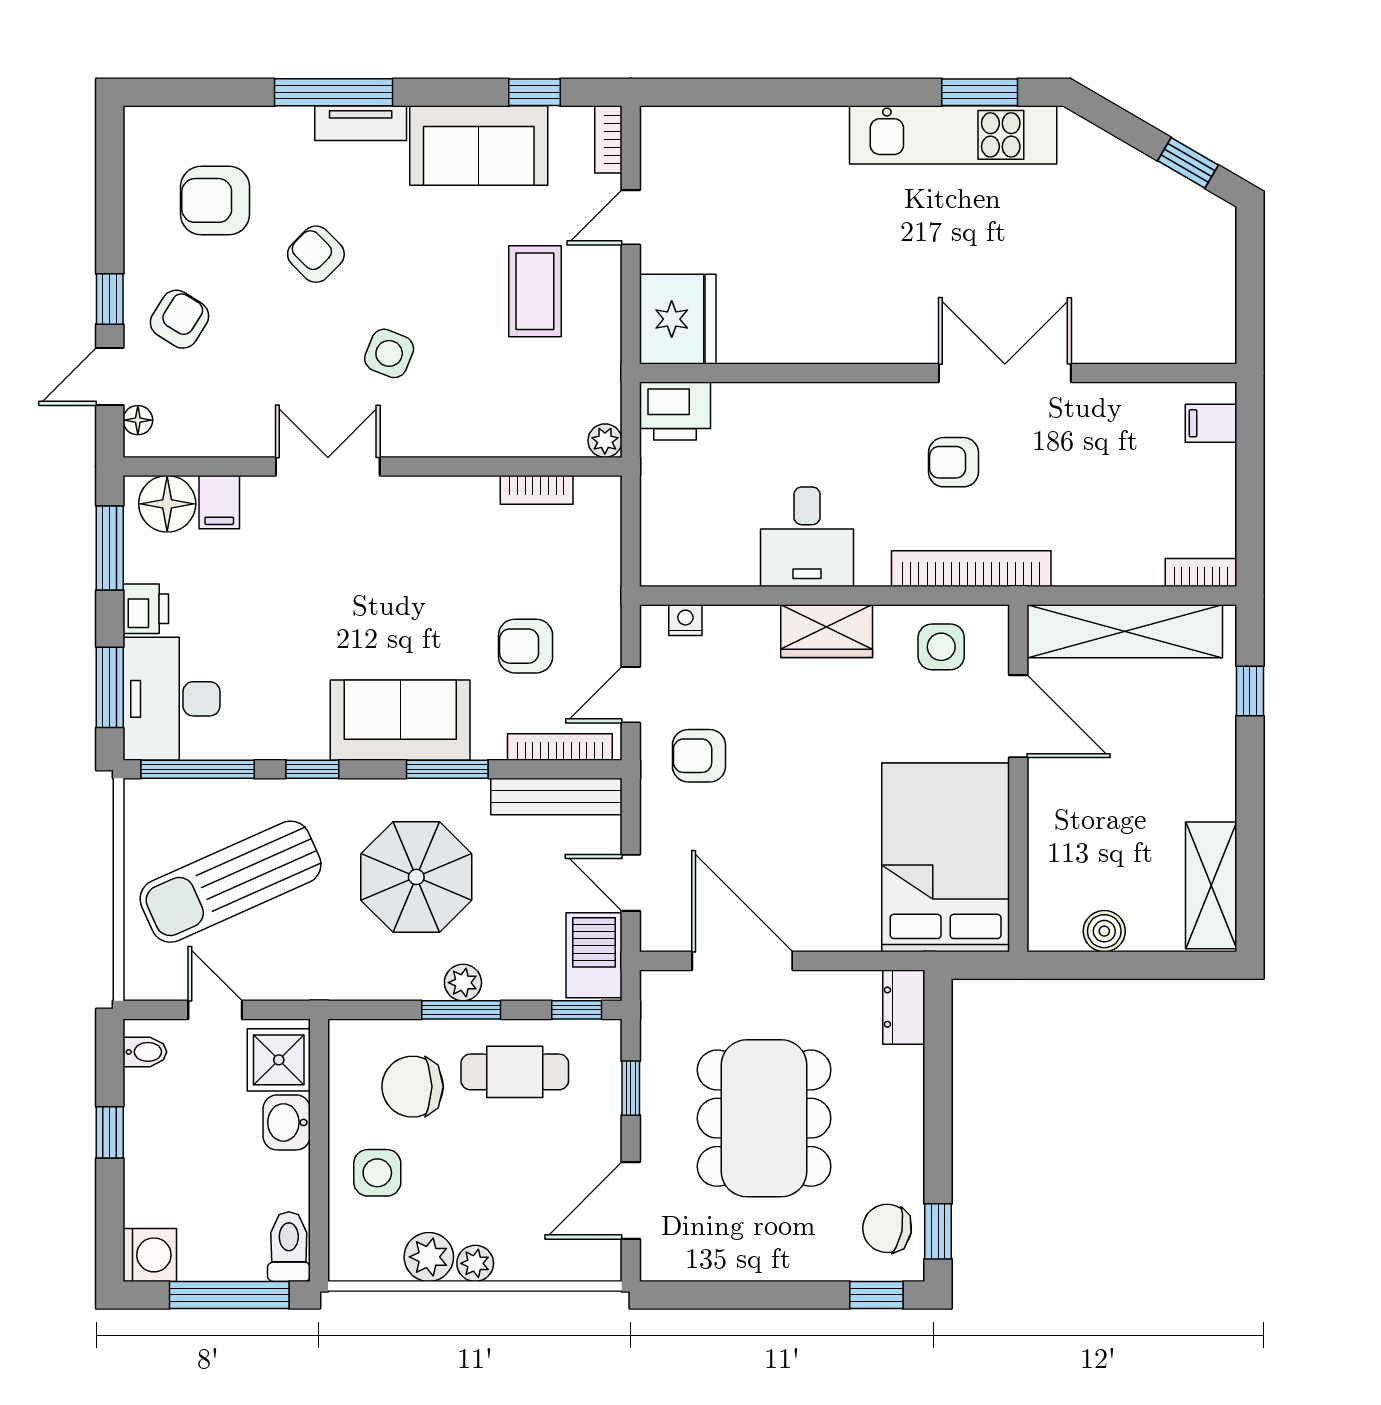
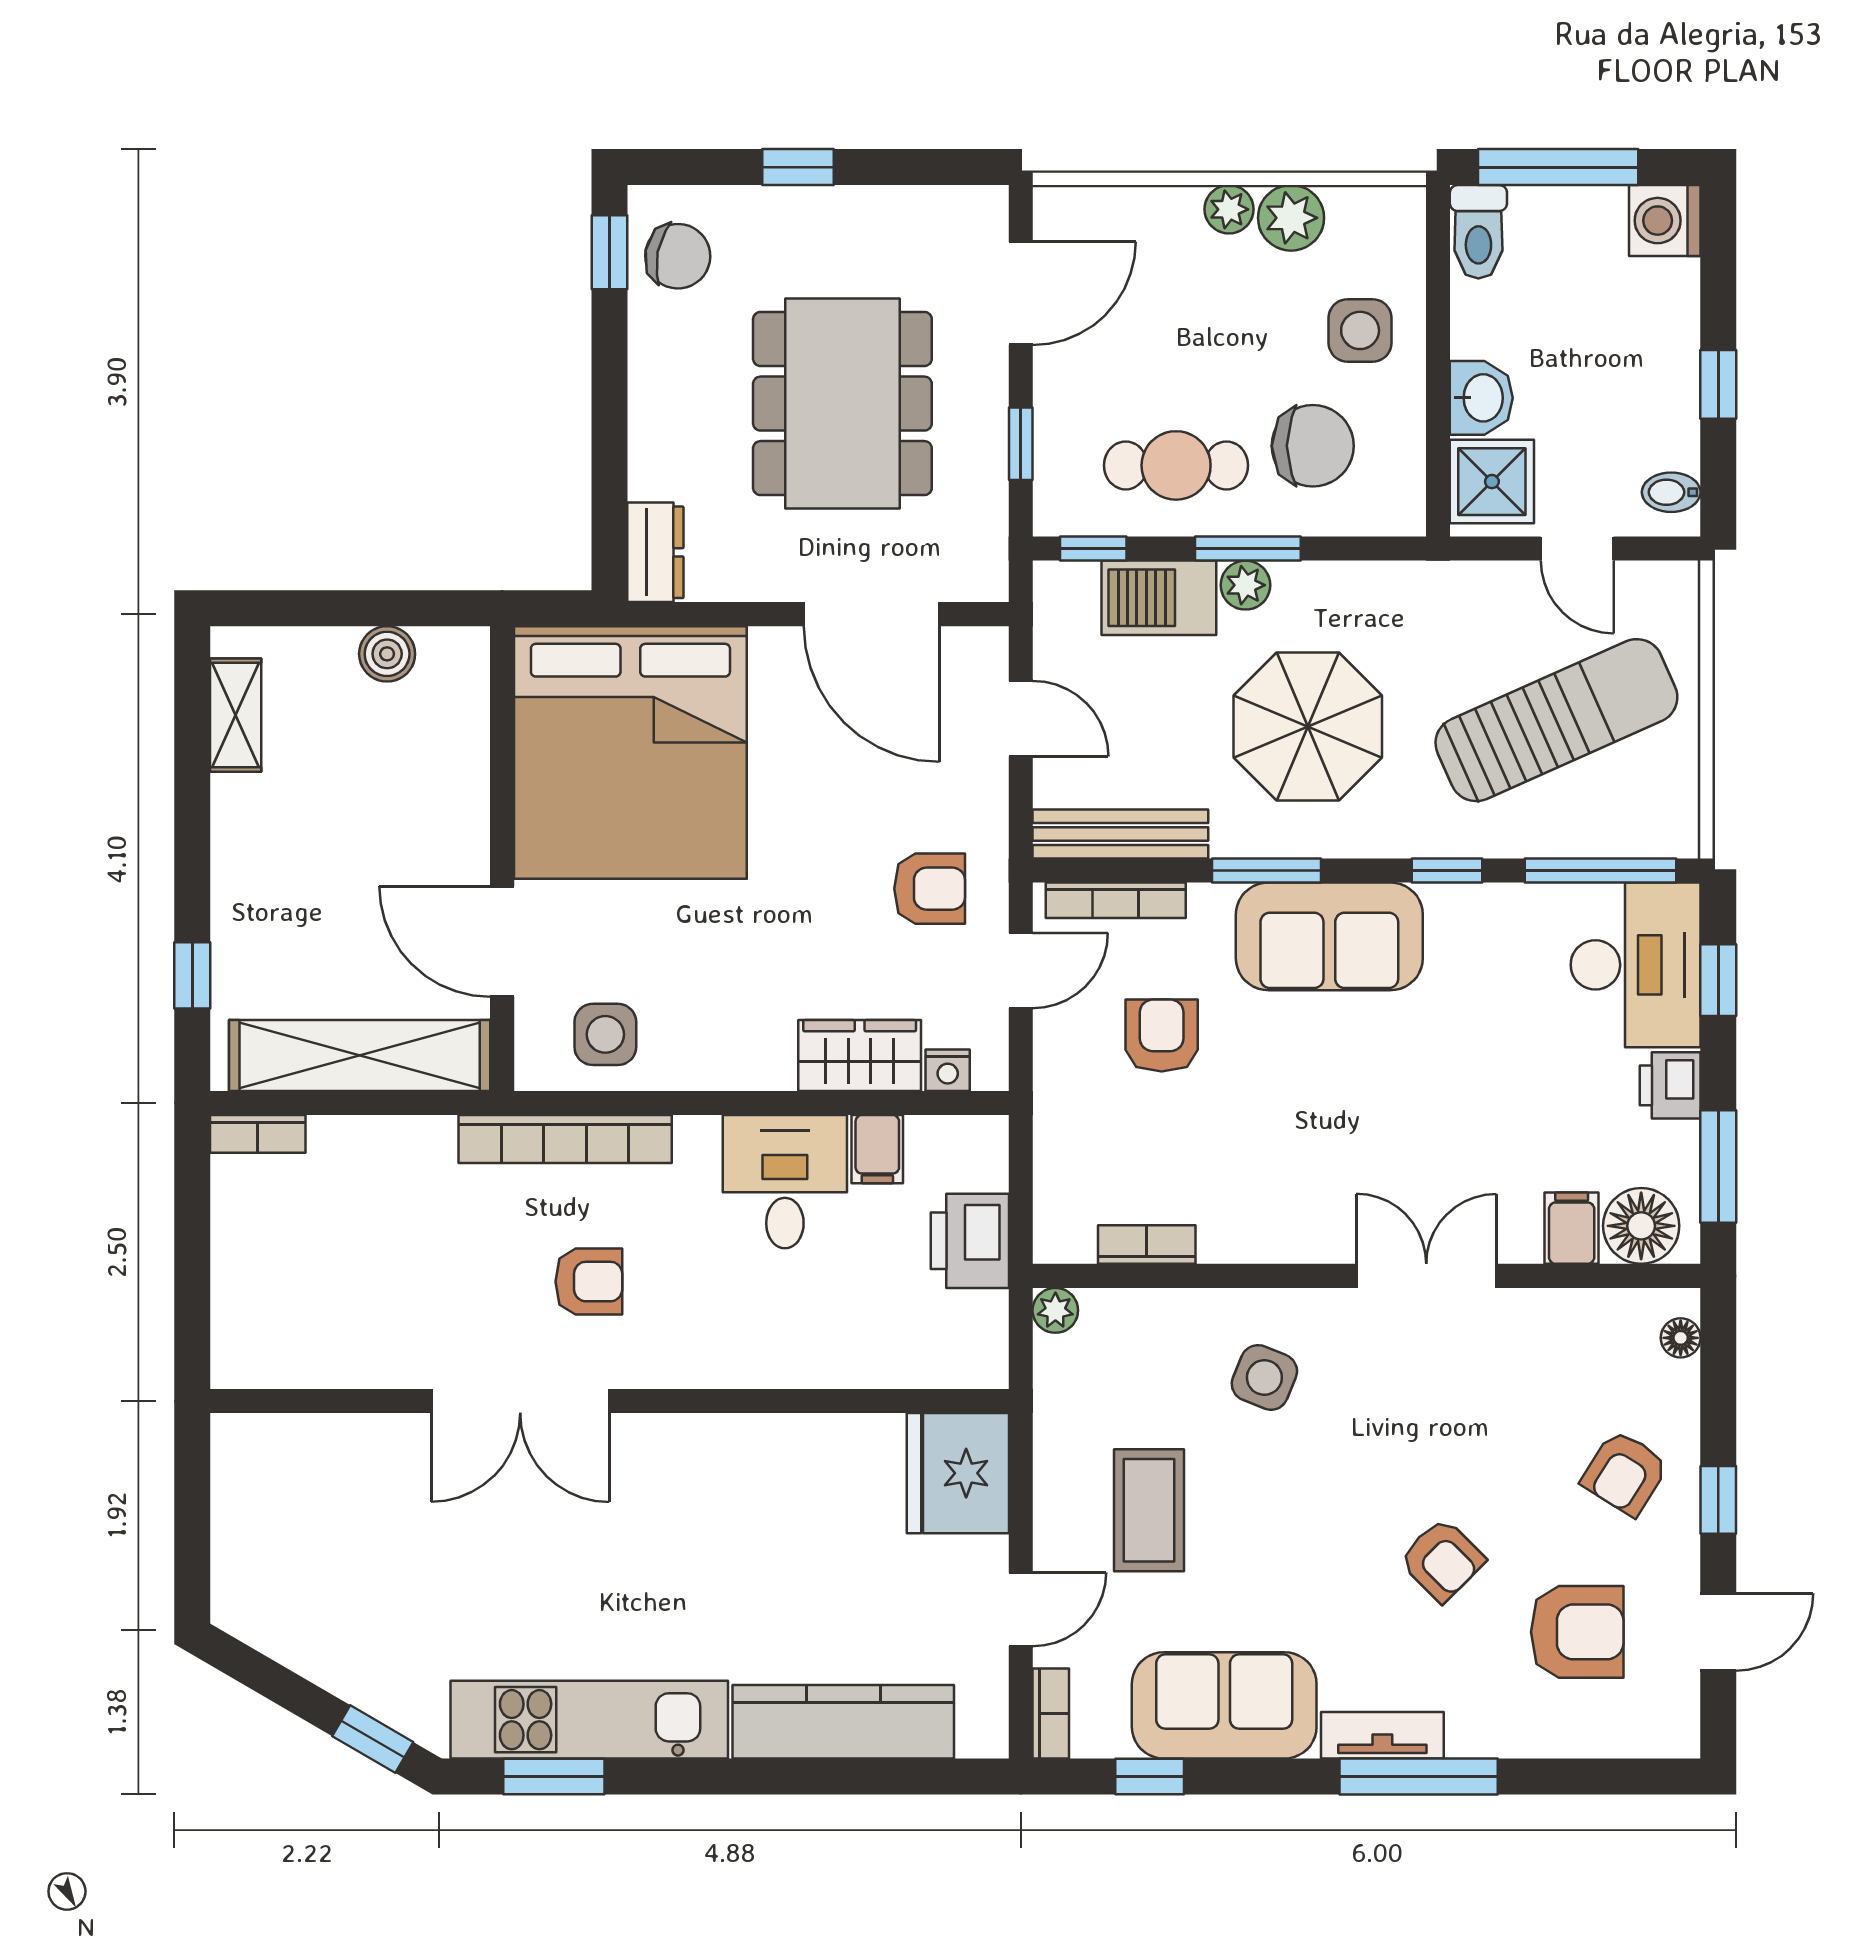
kitchen counter: (763, 133) -> (843, 1722), added
window: (1188, 163) -> (373, 1739), moved
side table: (389, 353) -> (1264, 1377), moved
door: (110, 377) -> (1718, 1632), moved
printer: (675, 411) -> (970, 1241), moved, turned -90
filing cabinet: (1211, 423) -> (877, 1149), moved, turned 90
double door: (328, 466) -> (1426, 1276), swing flipped
wardrobe: (827, 631) -> (860, 1056), moved
armchair: (526, 646) -> (1162, 1035), turned -90
window: (110, 687) -> (1718, 980), width x0.67
bed: (946, 857) -> (630, 753), width x1.36
shelving: (1211, 885) -> (236, 715), width x0.67, depth x0.75
barbecue: (594, 955) -> (1159, 598), moved, turned 90
window: (876, 1295) -> (798, 167), moved

